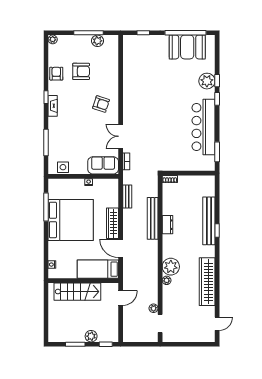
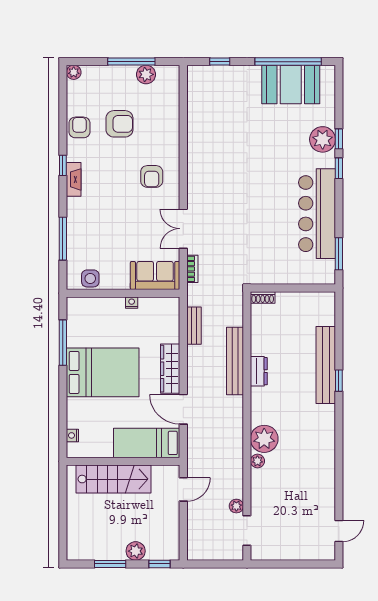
armchair: (101, 104) -> (152, 176), turned 72
bed: (71, 220) -> (103, 372), width x0.73
wardrobe: (207, 282) -> (323, 463), removed

